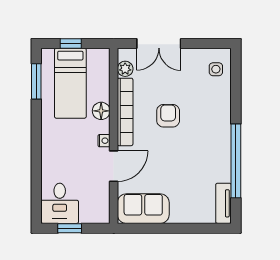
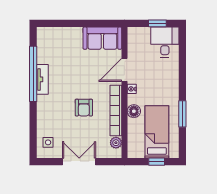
double door: (159, 44) -> (79, 162), moved
window: (36, 81) -> (182, 114), moved
tv unit: (223, 203) -> (42, 79), moved

